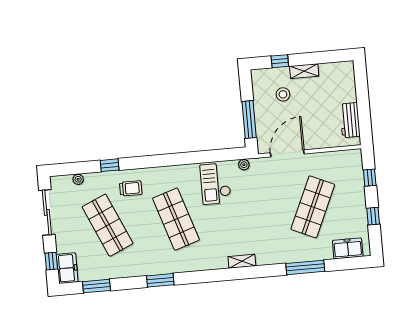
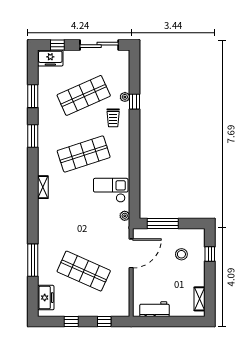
shelving: (304, 71) -> (200, 299), moved
door: (287, 153) -> (131, 253), hinge flipped
plant: (78, 179) -> (125, 97), moved
shelving: (242, 261) -> (43, 187), moved
window: (96, 286) -> (33, 96), moved

